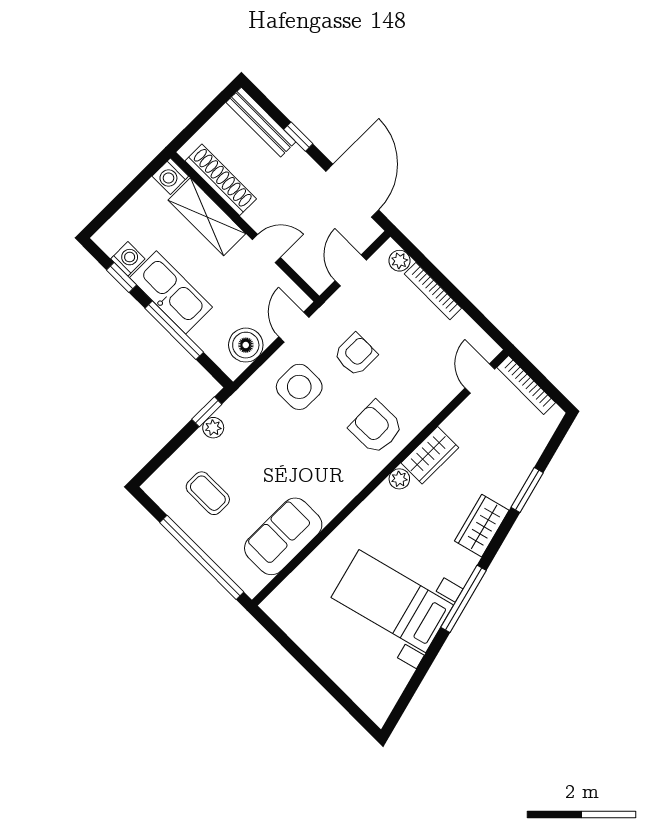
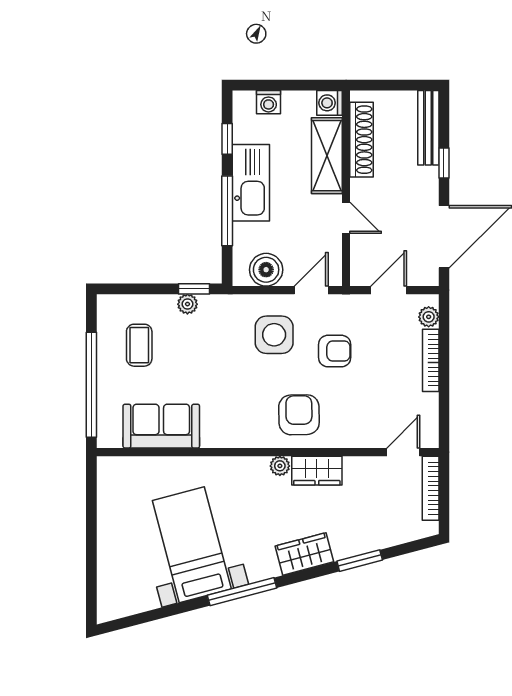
washing machine: (128, 259) -> (269, 102), moved, turned 90

